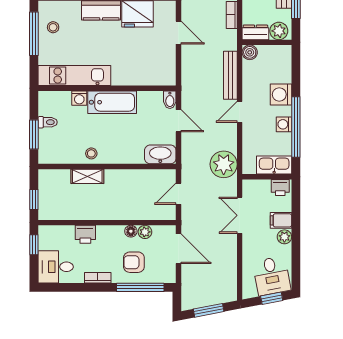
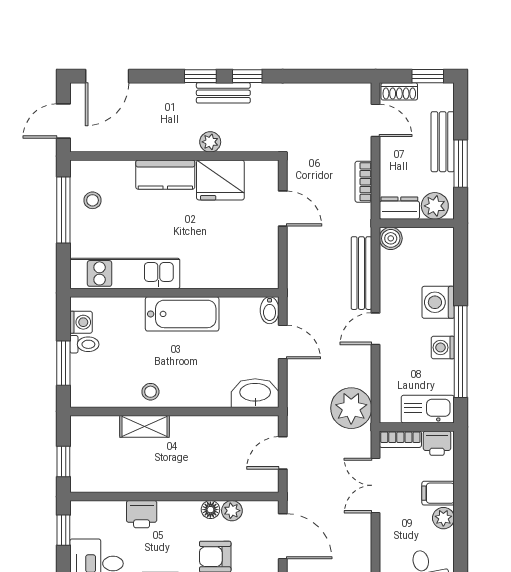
washing machine: (79, 98) -> (81, 322), moved, turned -90
bookcase: (256, 185) -> (400, 439), added

